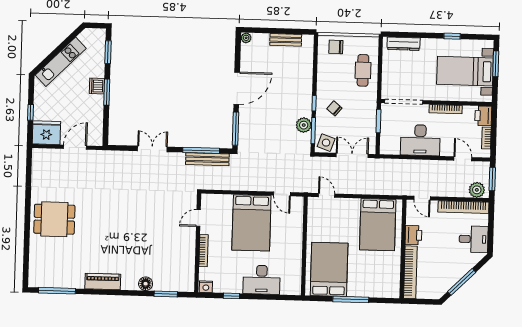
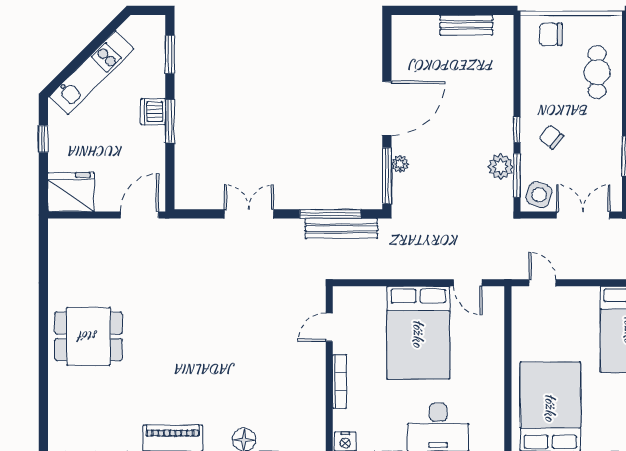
plant: (246, 38) -> (400, 164), moved
window: (30, 112) -> (43, 139), moved
door: (75, 147) -> (139, 215), moved

